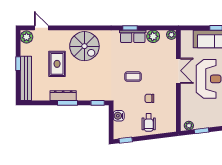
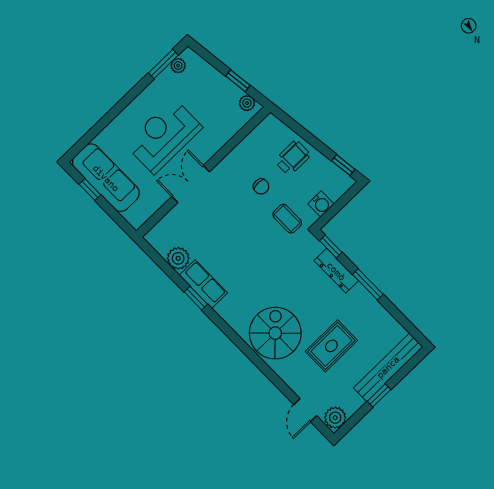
plant: (171, 35) -> (154, 237), removed
coffee table: (133, 77) -> (287, 219), moved
dresser: (63, 96) -> (336, 271), moved

